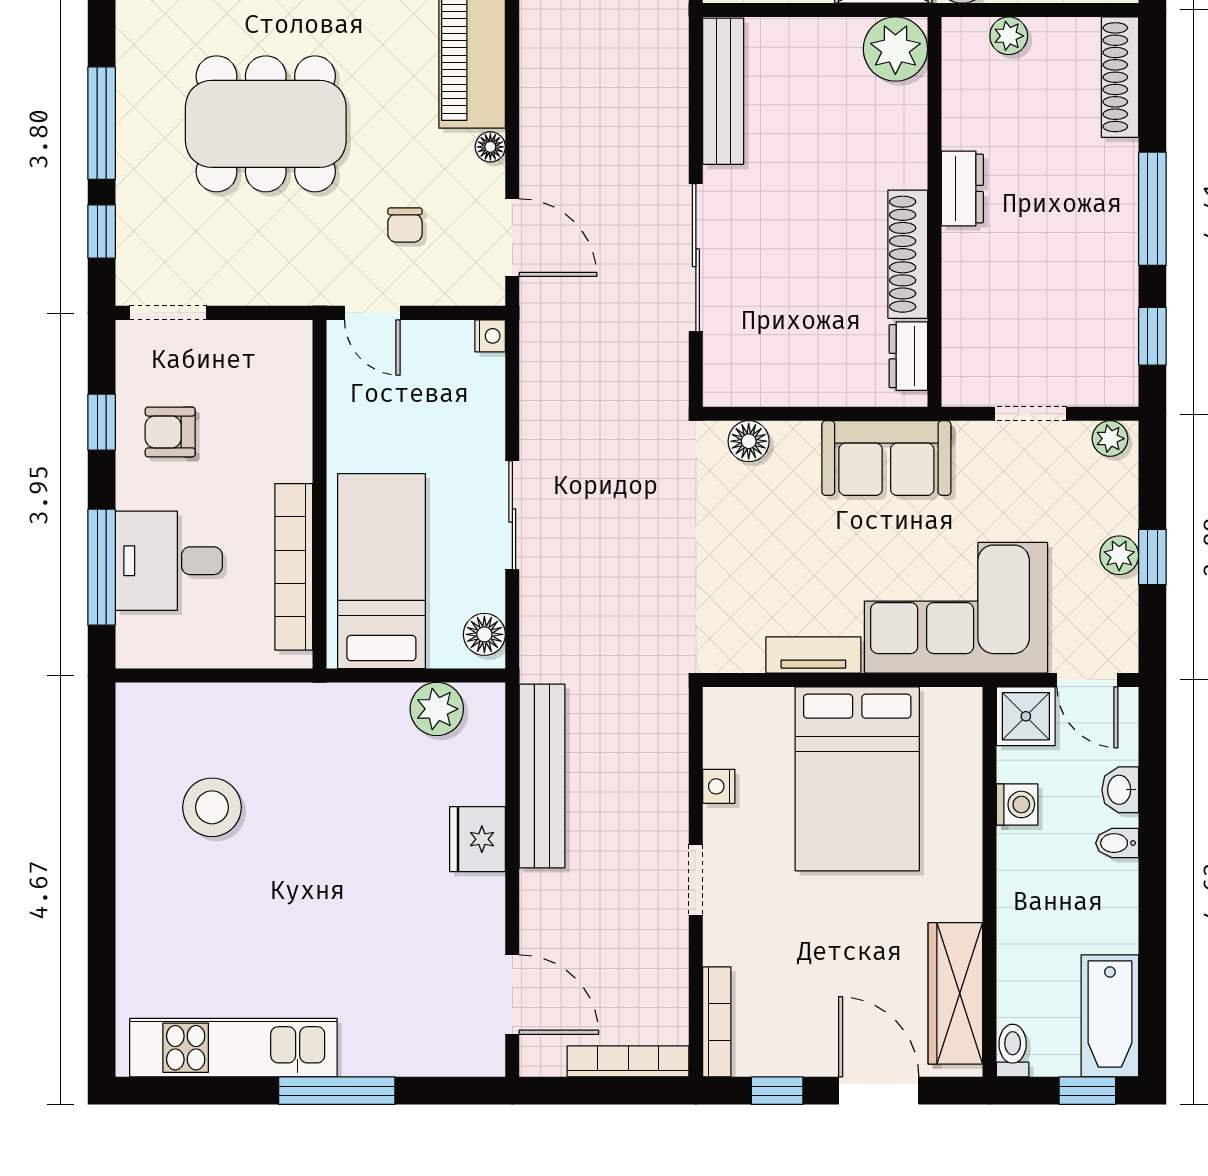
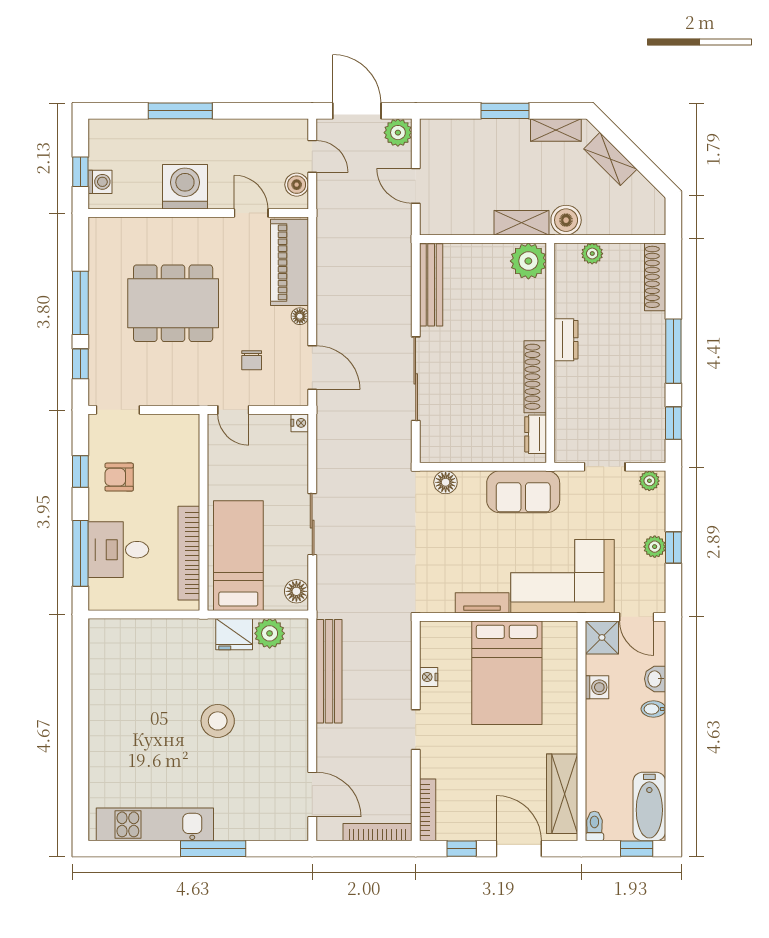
stool: (212, 807) -> (218, 721), moved
fridge: (478, 839) -> (234, 634), moved, turned -90

